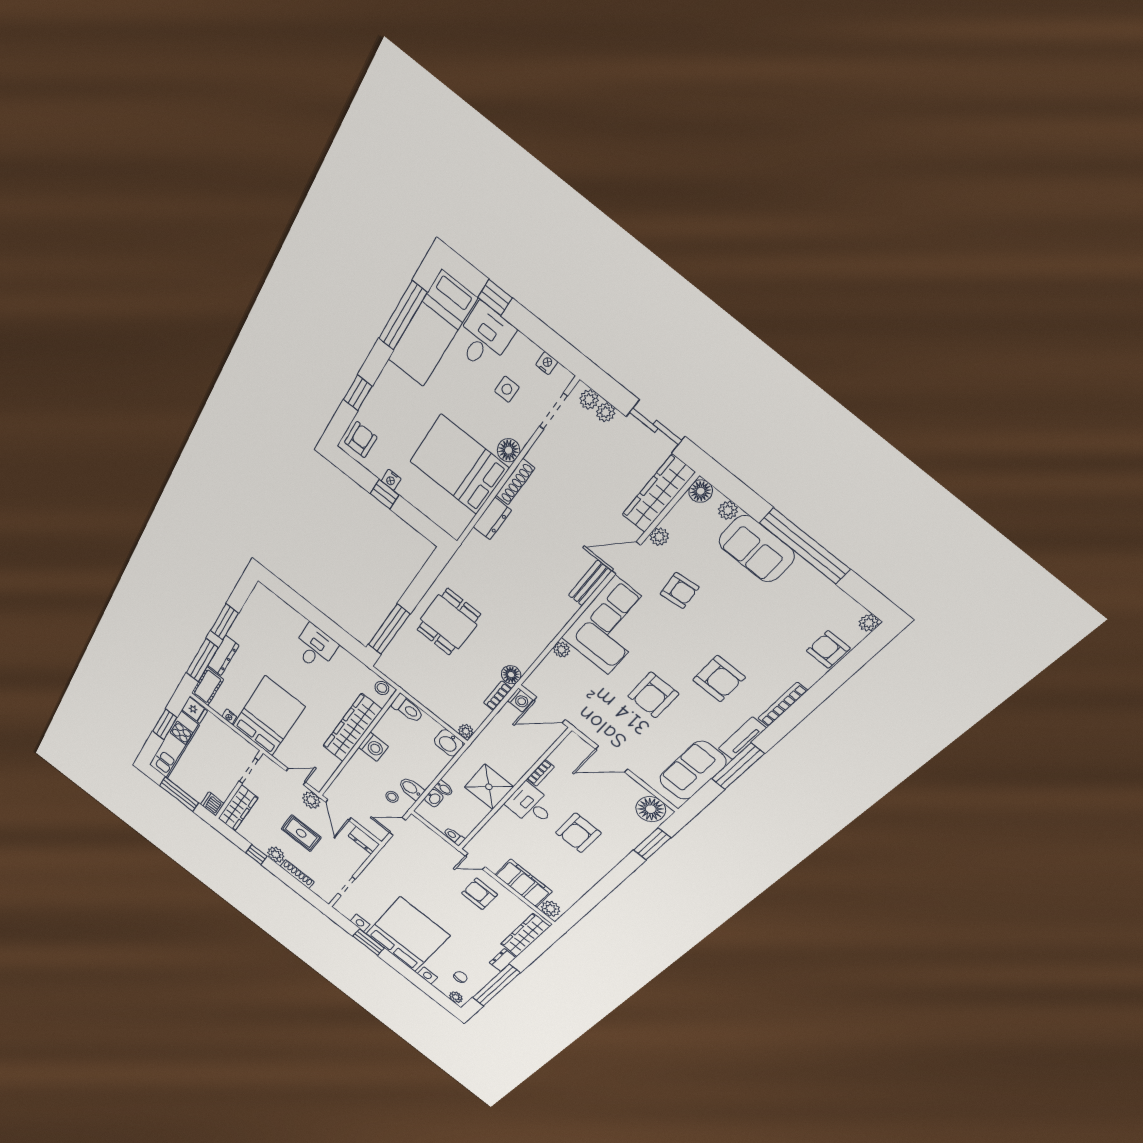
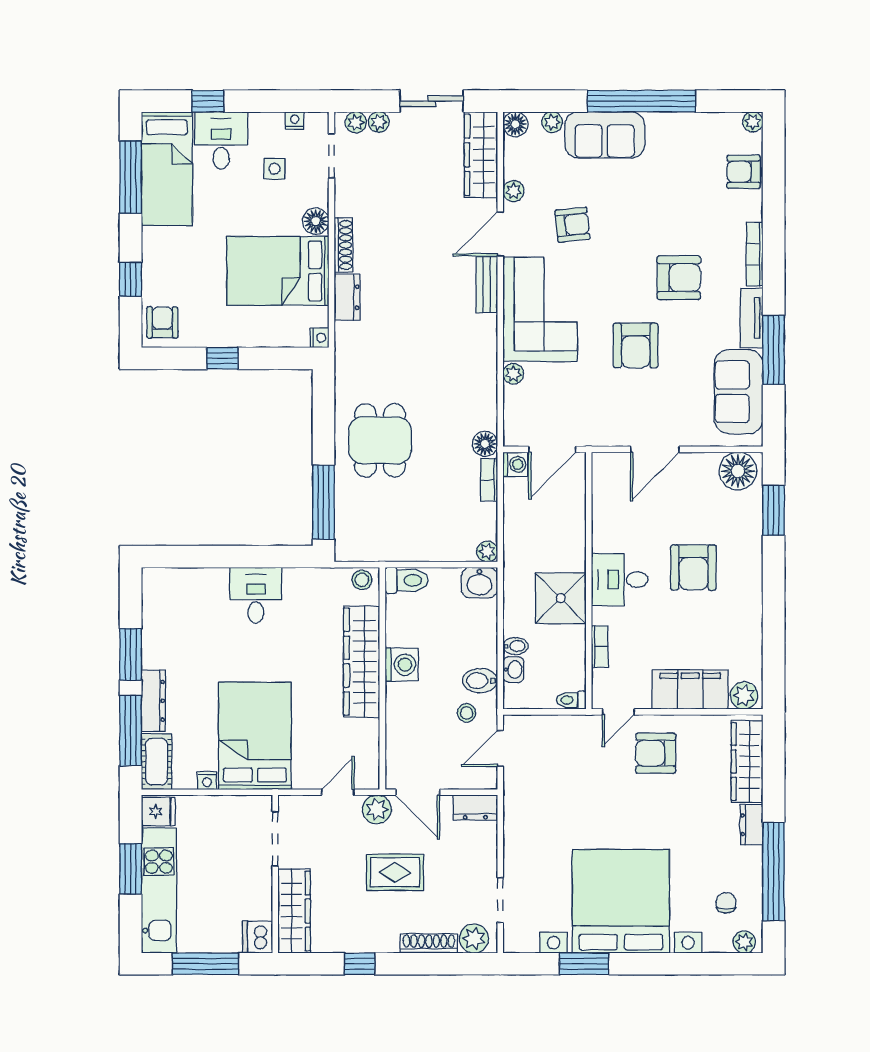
nightstand: (391, 480) -> (320, 338), moved, turned -90
bookcase: (540, 773) -> (600, 646), moved
plant: (276, 855) -> (474, 939), moved

